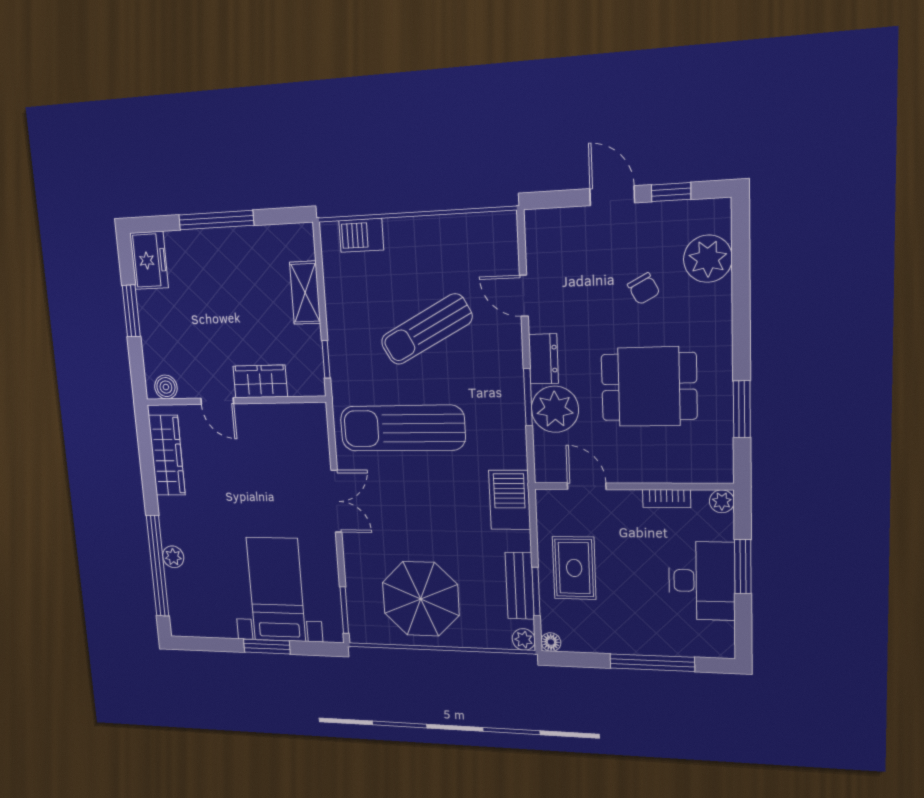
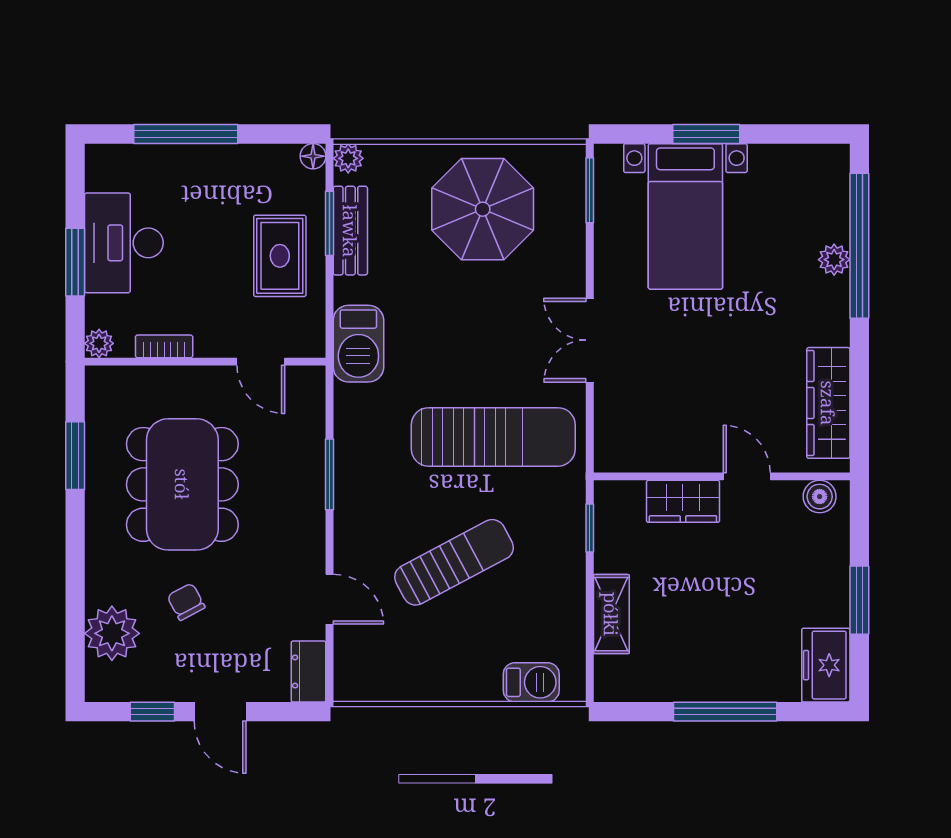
dresser: (543, 359) -> (308, 671), moved
dining table: (649, 387) -> (182, 484), width x1.38
plant: (555, 409) -> (297, 459), removed

